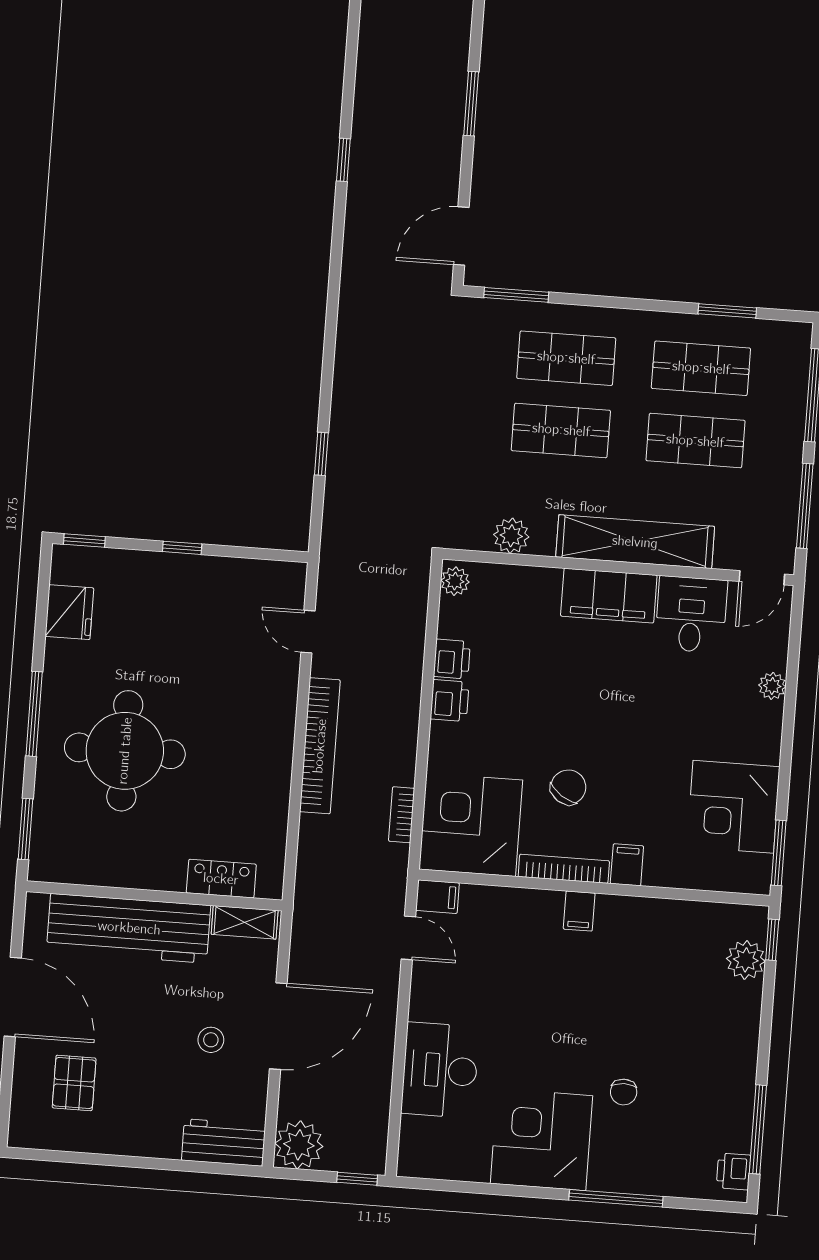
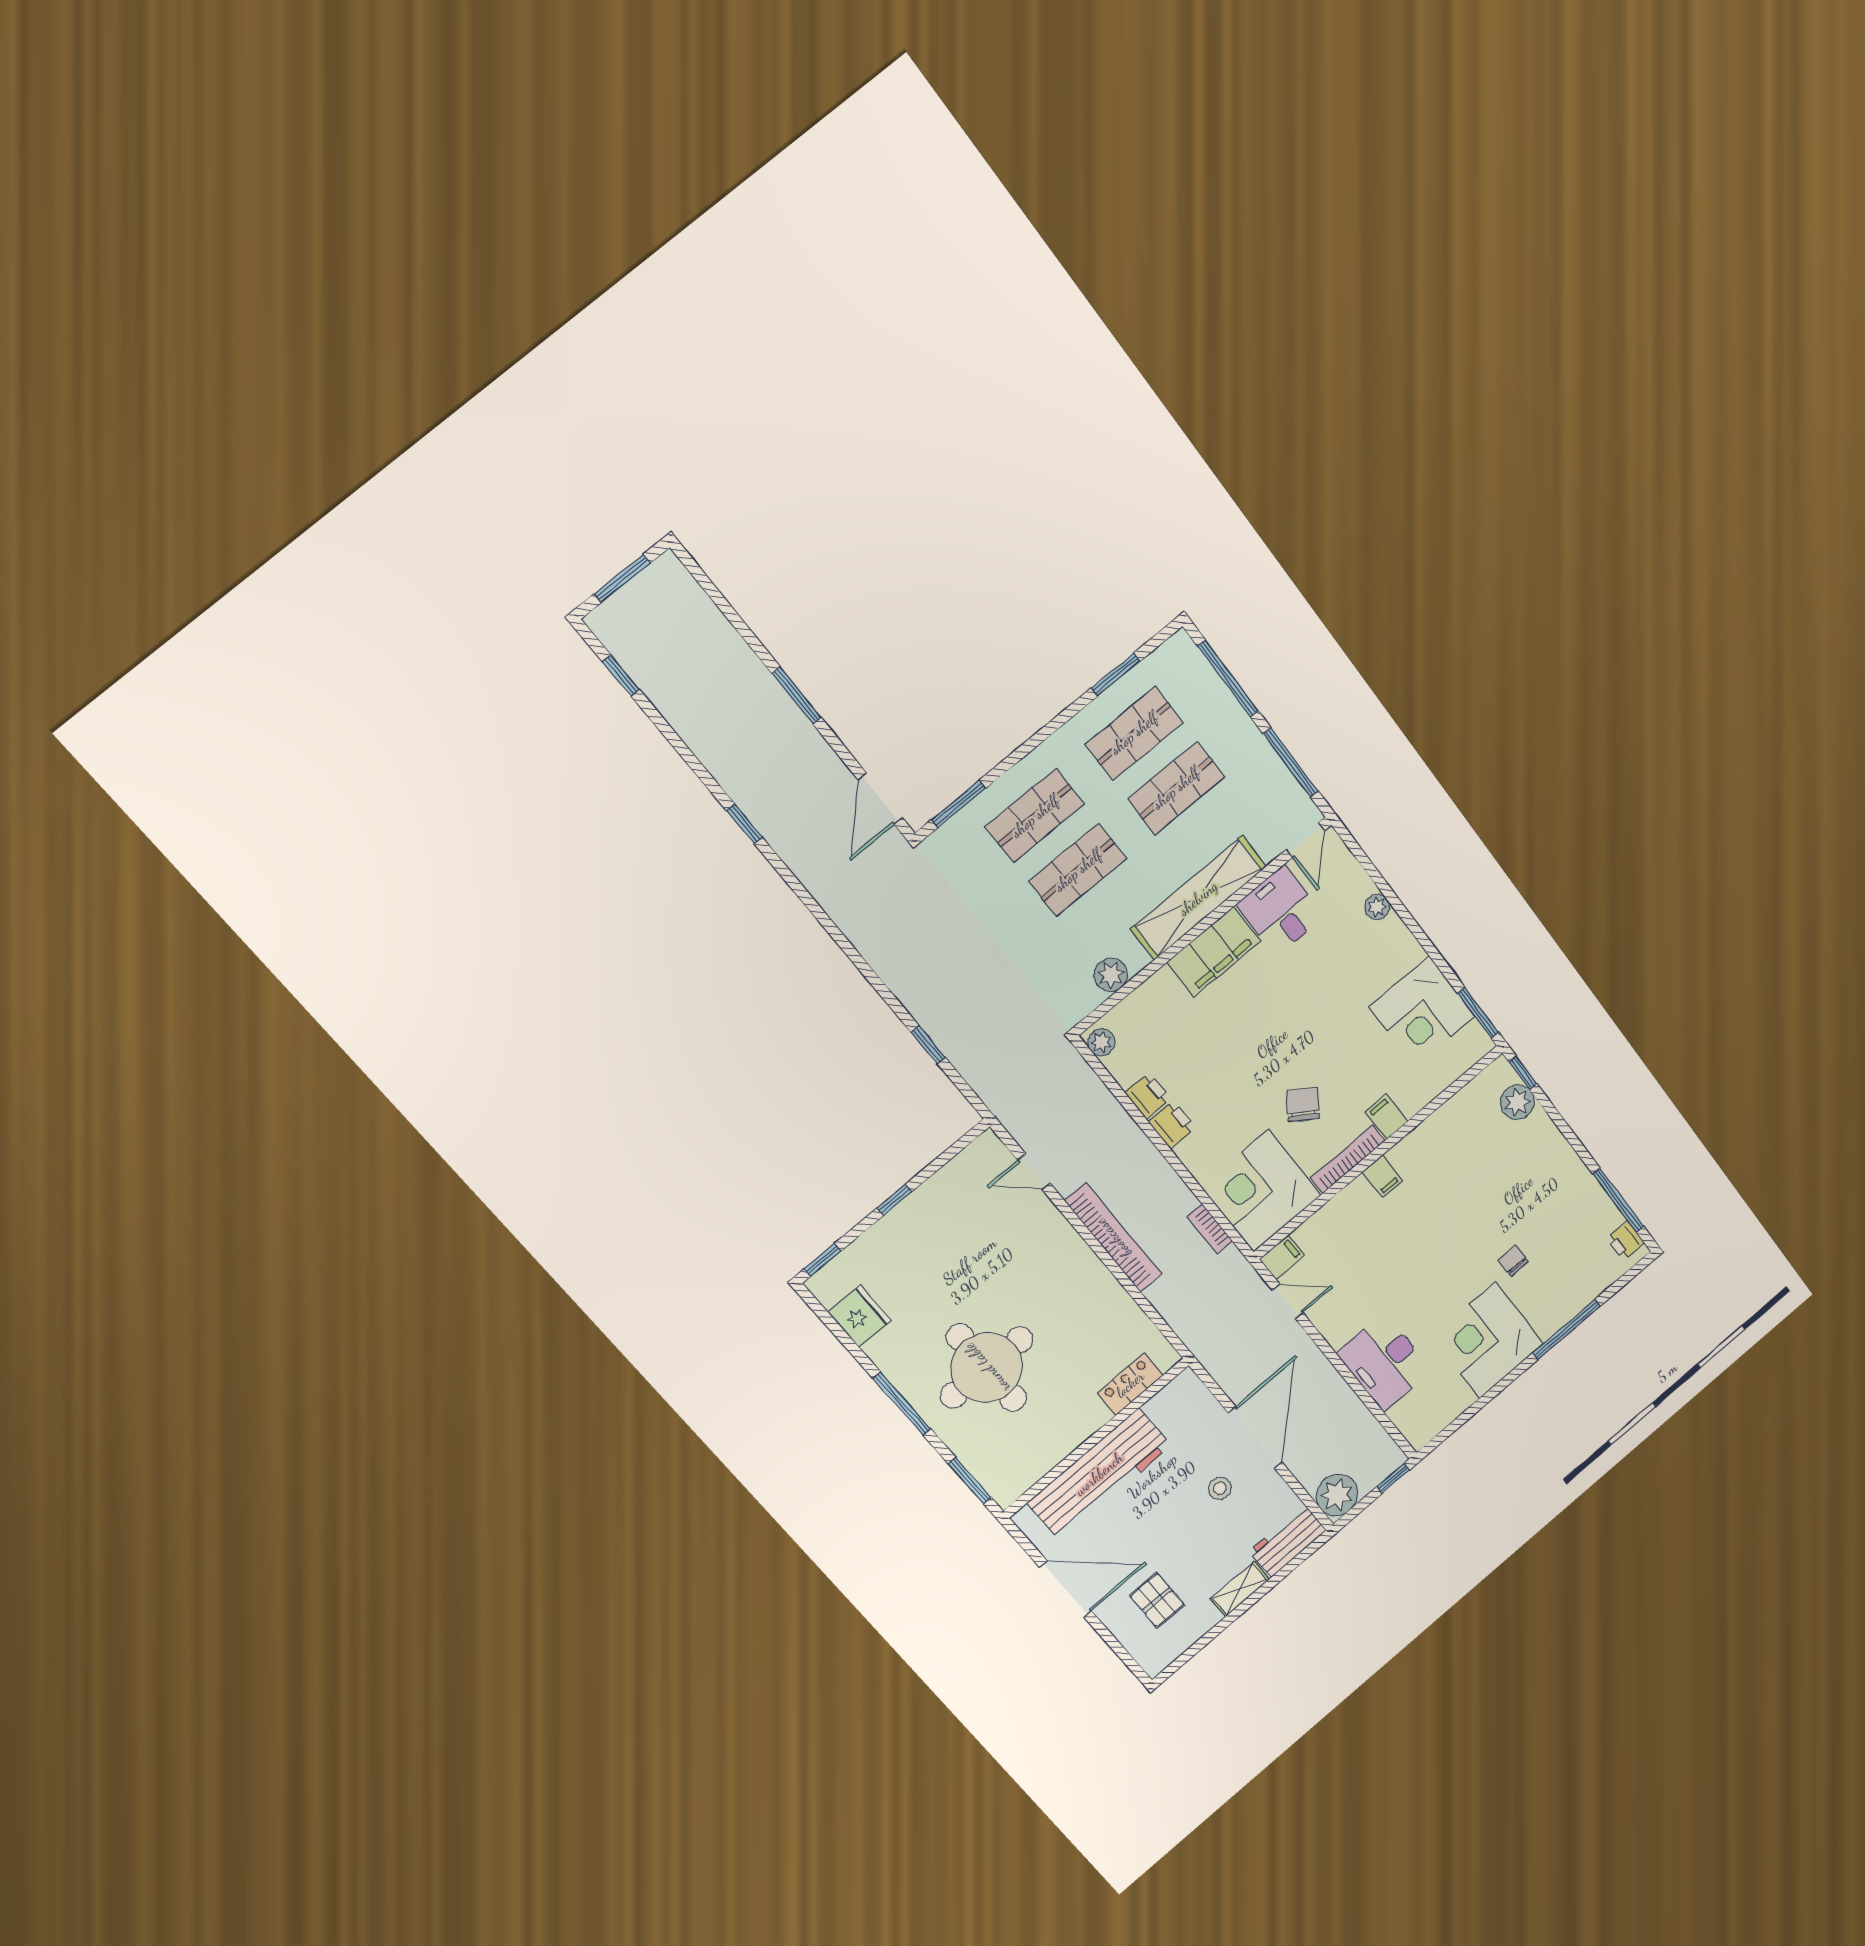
shelving: (245, 922) -> (1240, 1589), moved
chair: (624, 1092) -> (1513, 1261), turned 180

